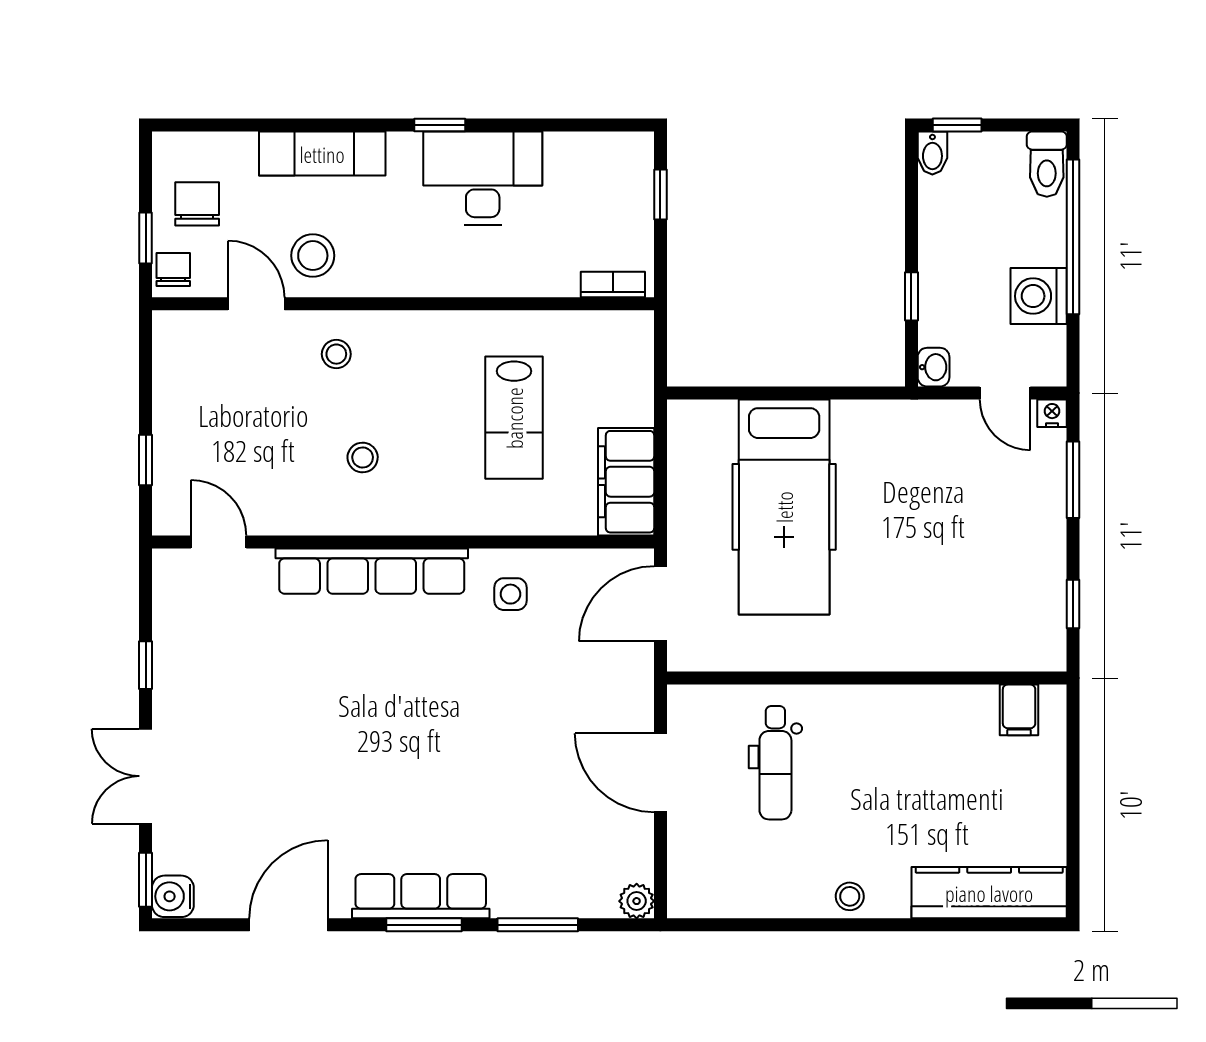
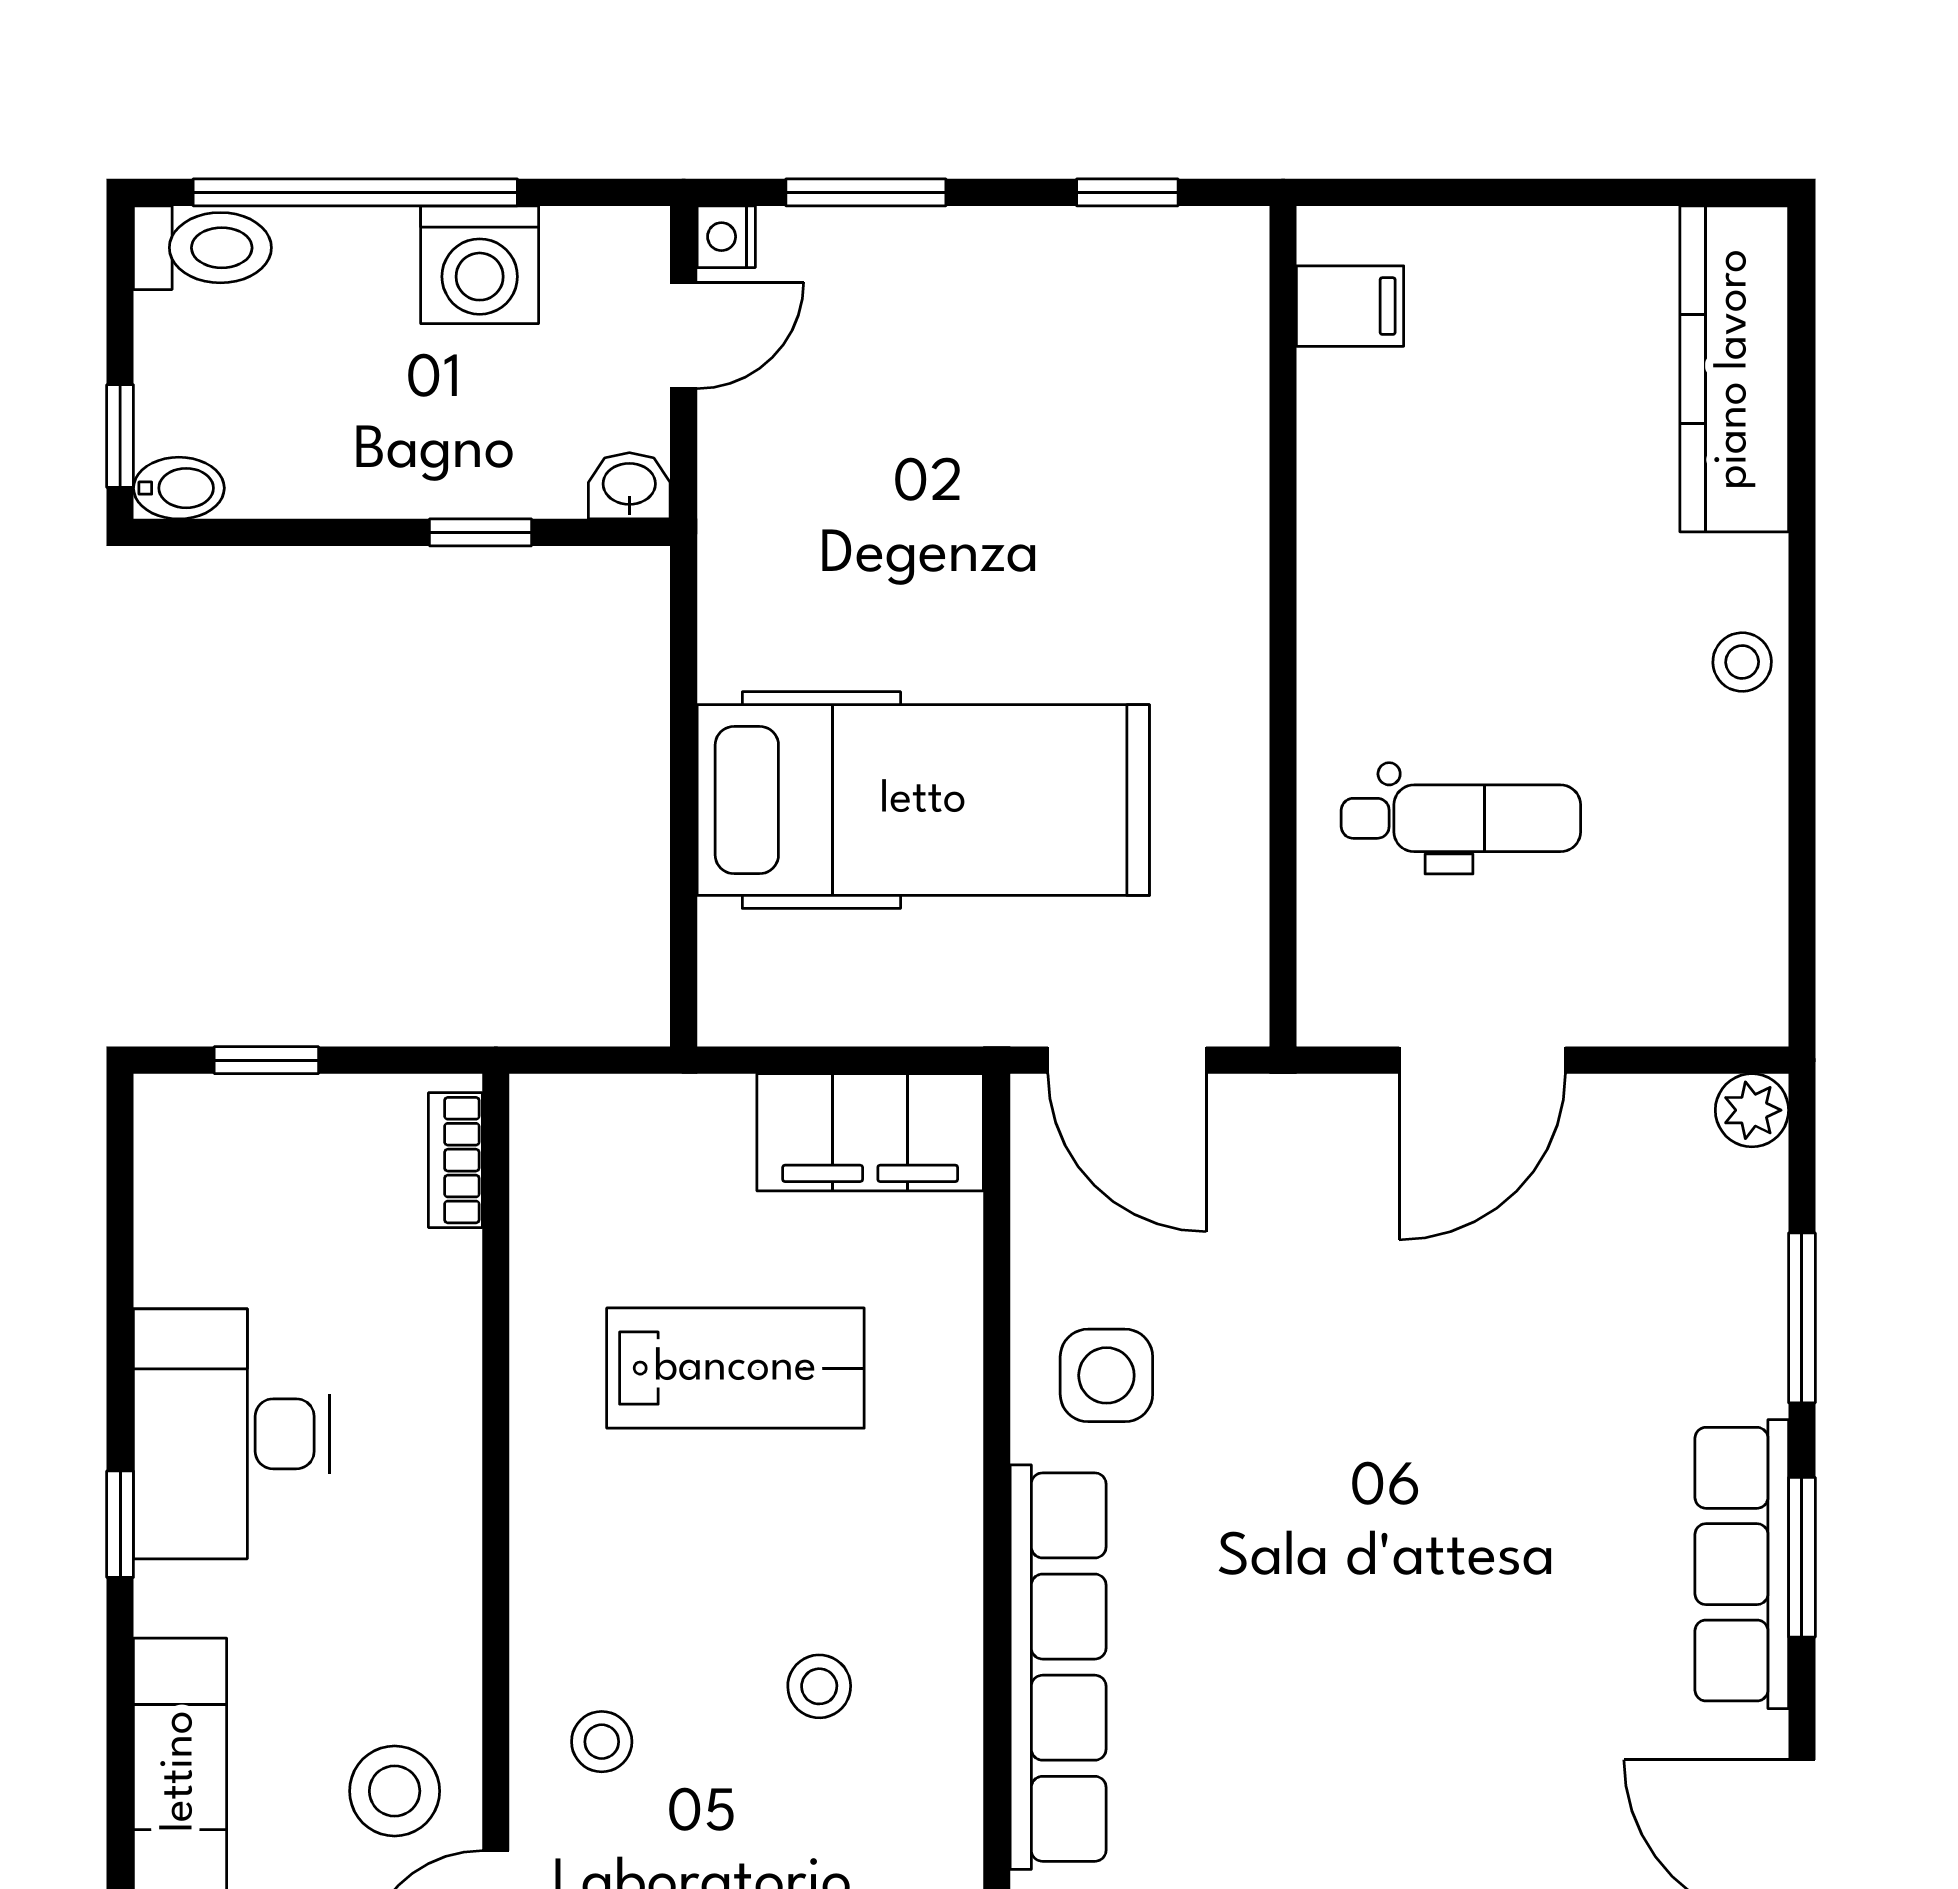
side table: (510, 594) -> (1106, 1375), width x1.37, depth x1.37

